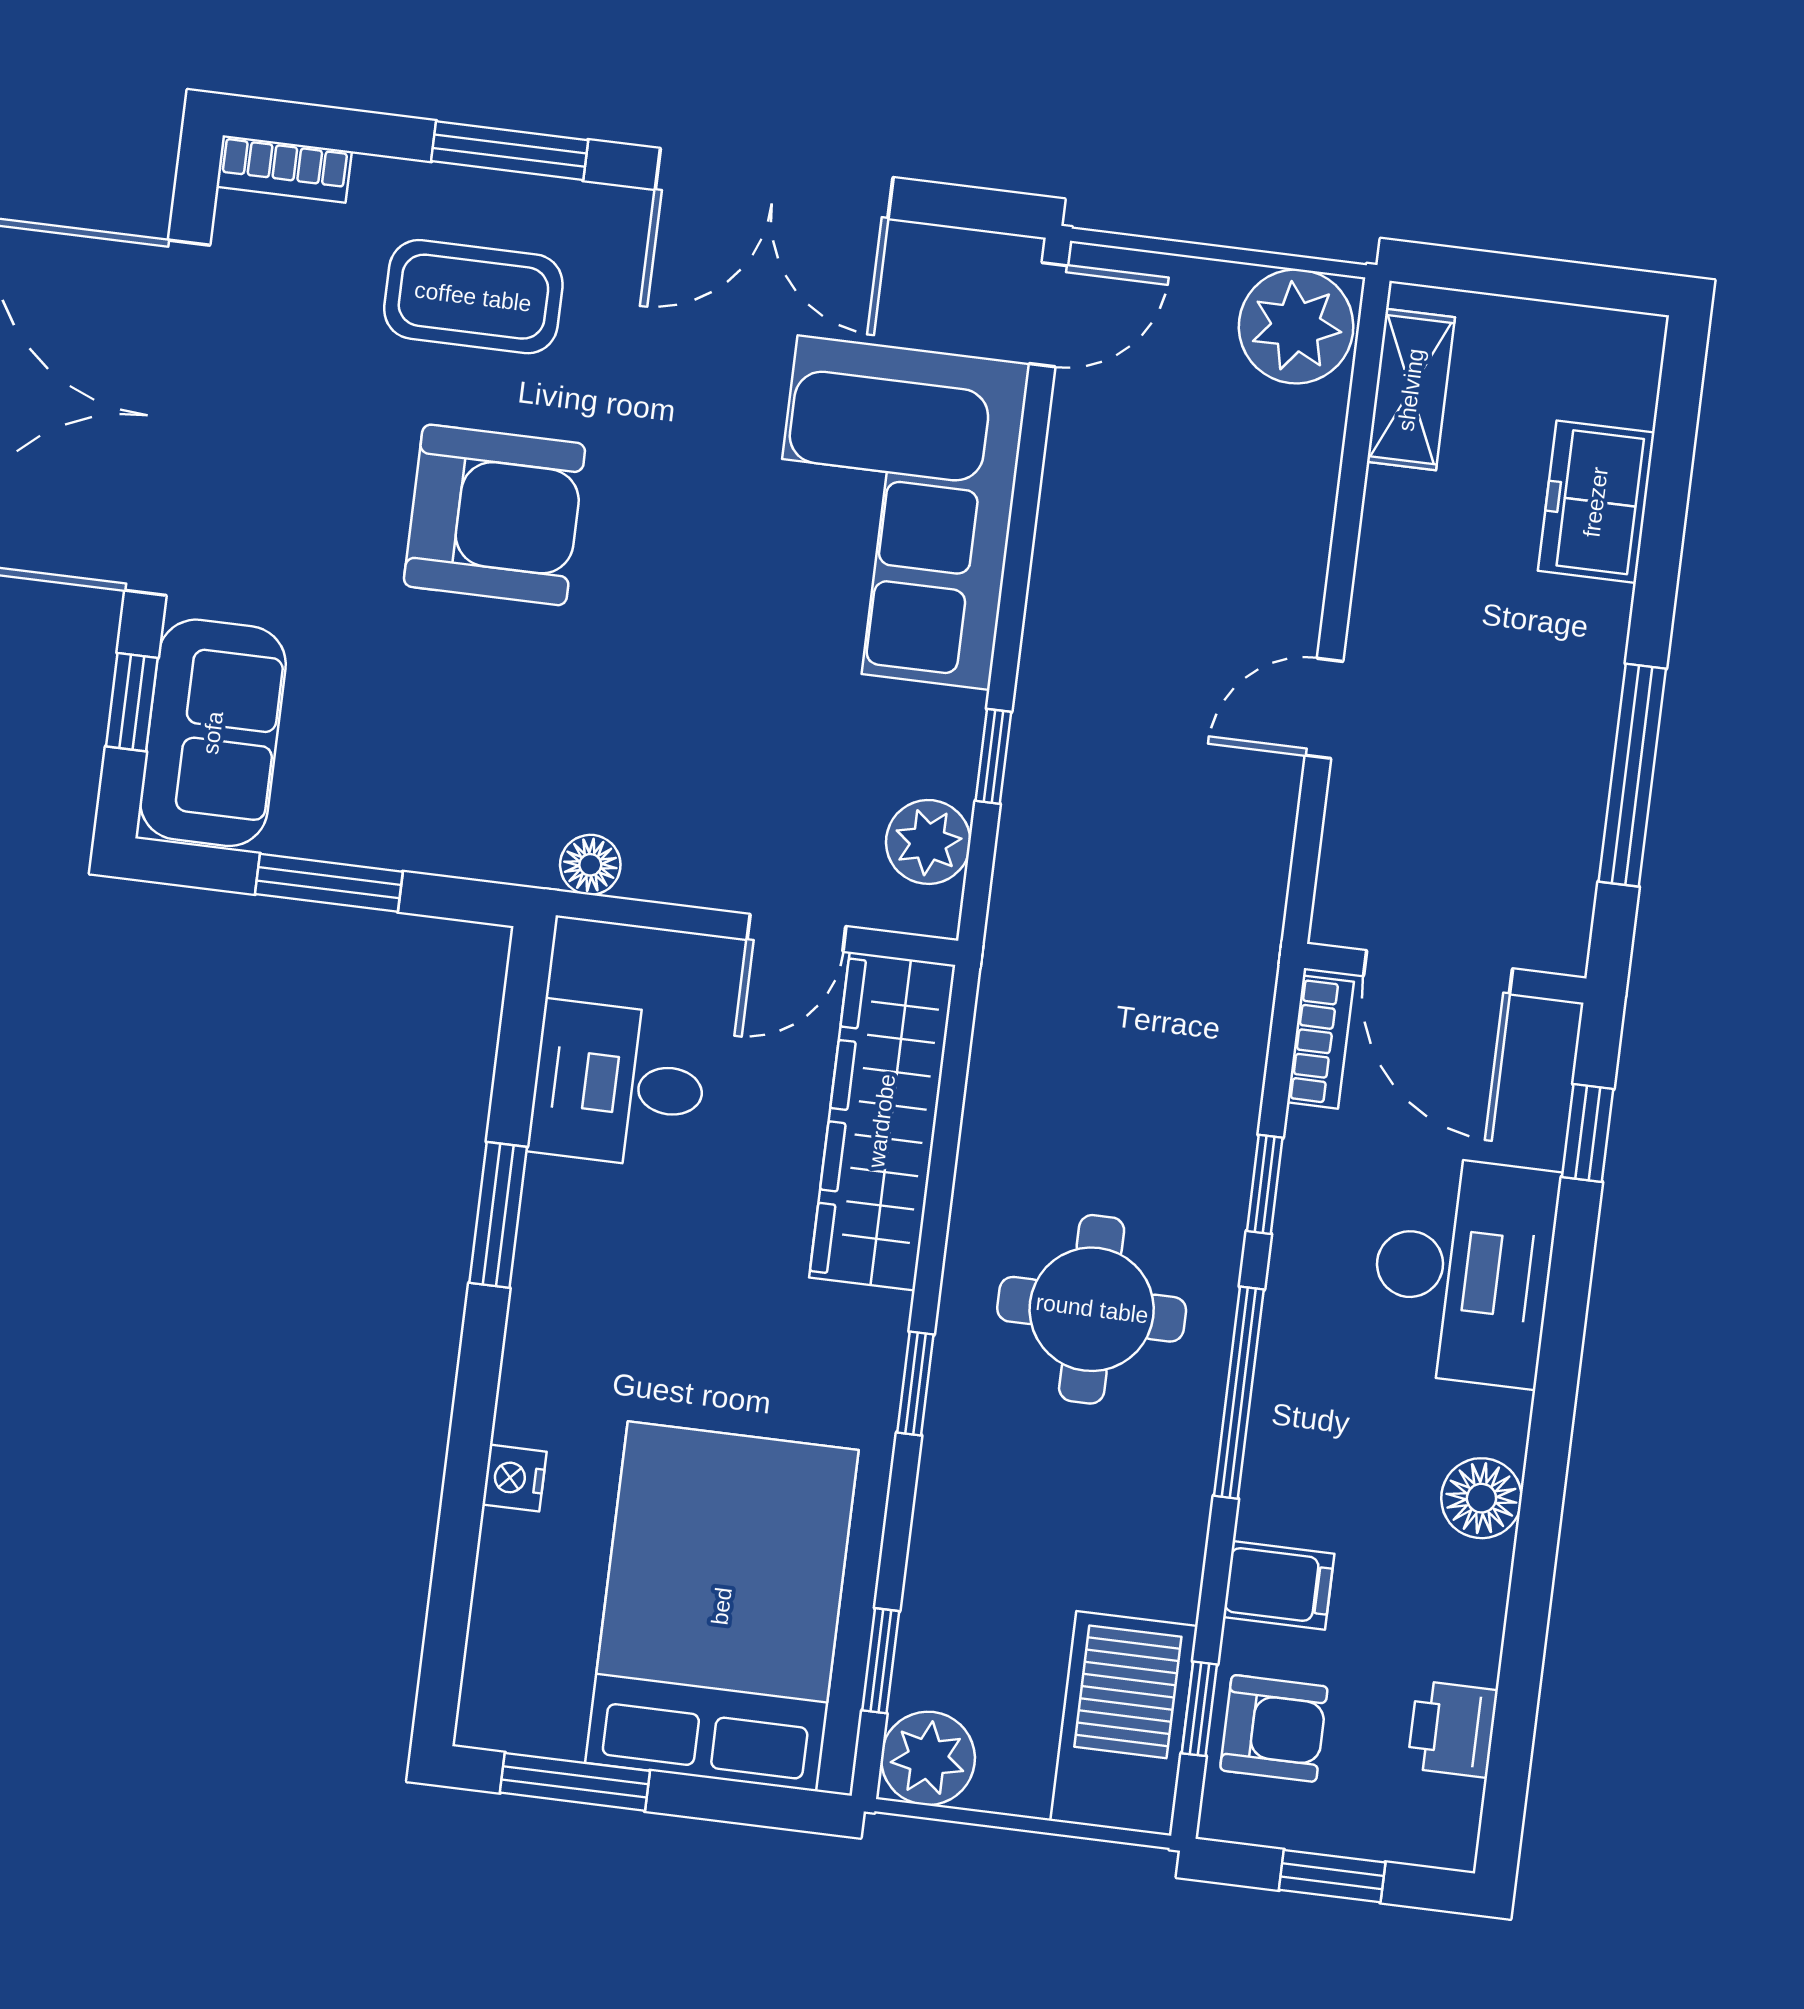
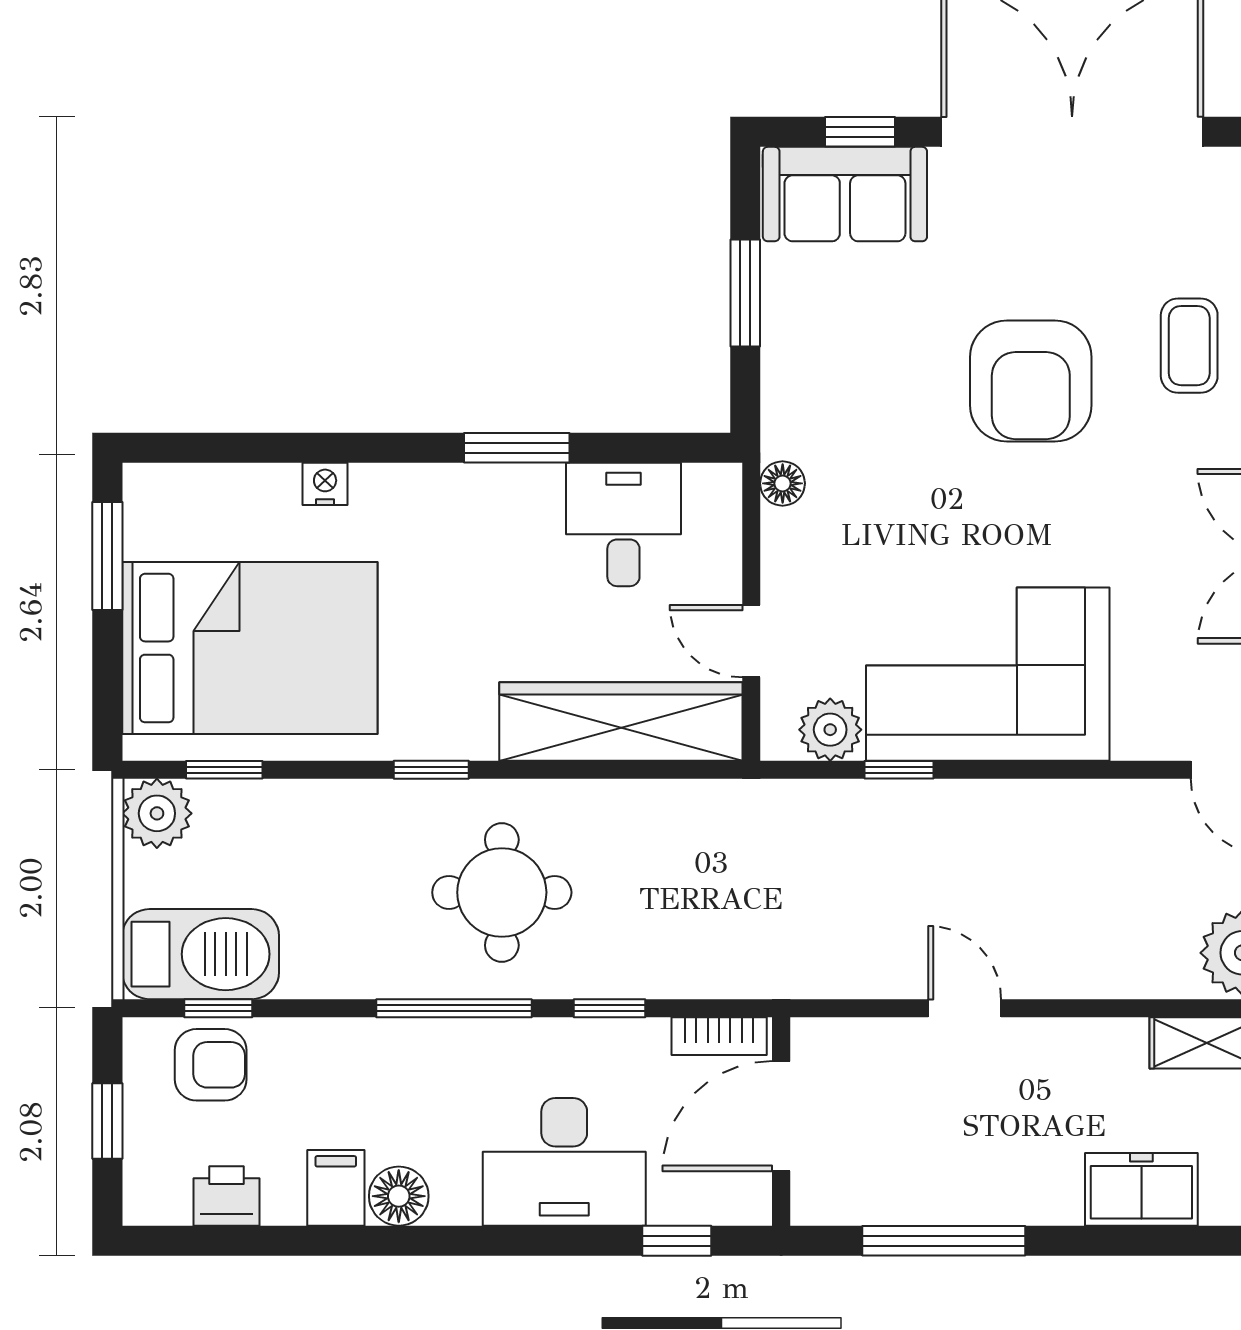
coffee table: (473, 297) -> (1189, 346), width x0.73, depth x0.77
corner sofa: (894, 513) -> (988, 674), moved
filing cabinet: (1279, 1585) -> (336, 1188), moved, turned 180
armchair: (1274, 1728) -> (211, 1065), turned -90

